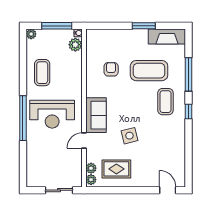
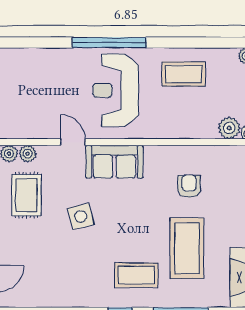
armchair: (111, 69) -> (189, 186), turned -90

